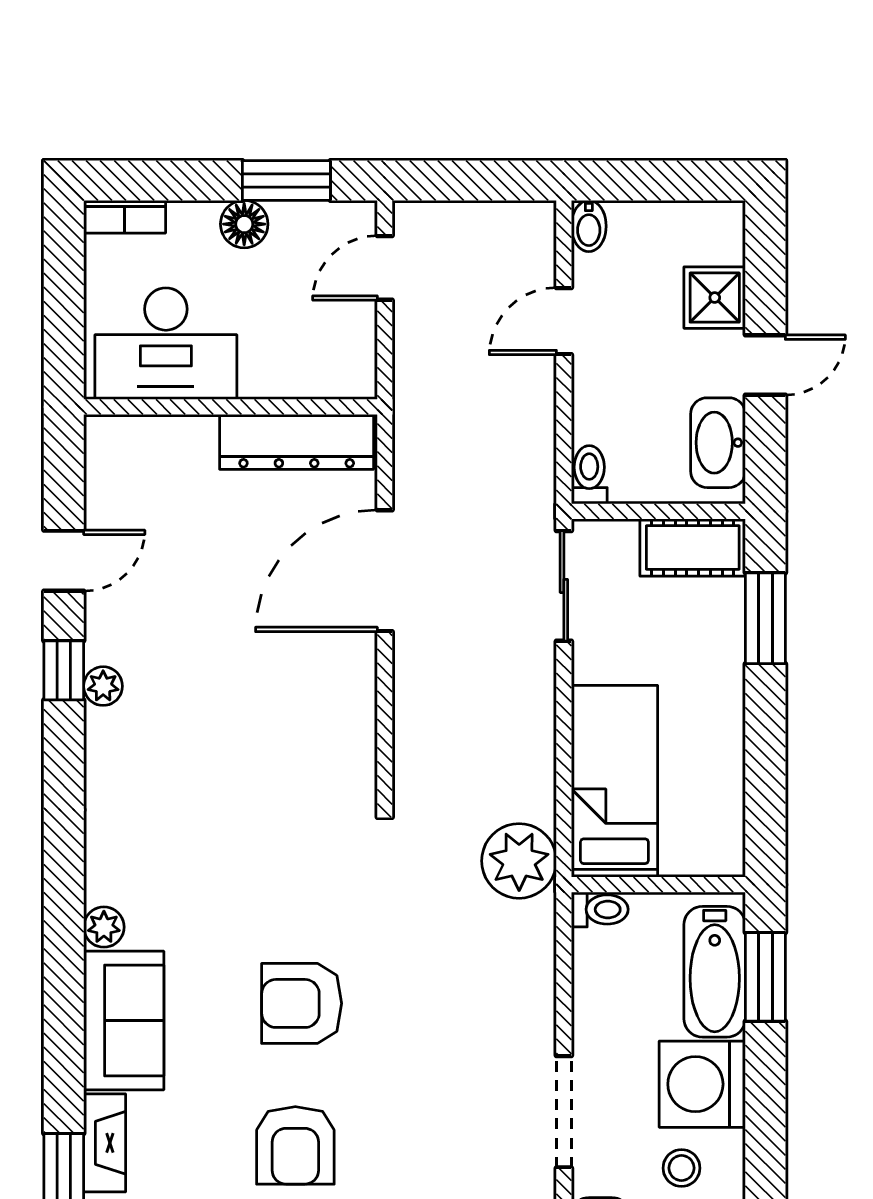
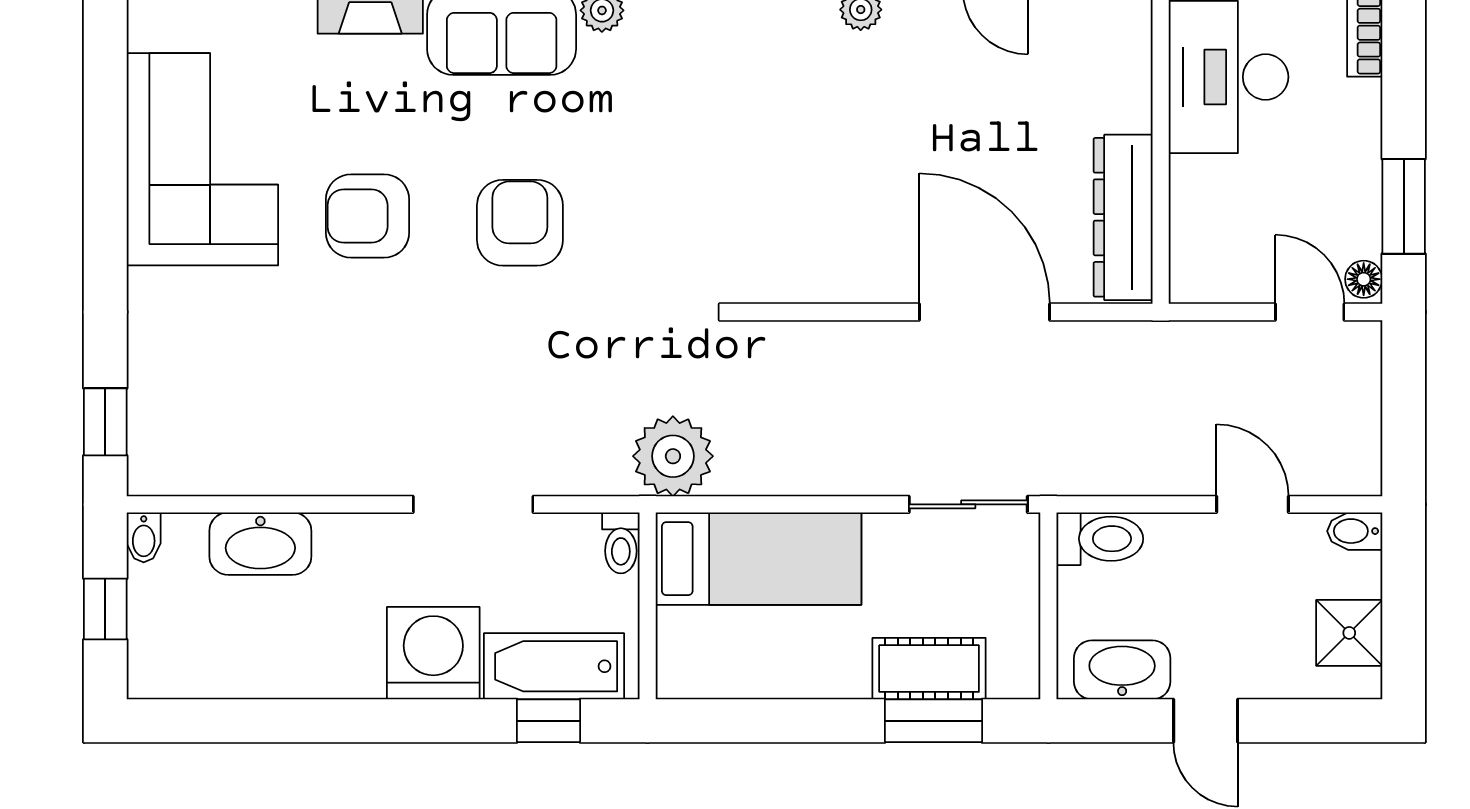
floor lamp: (244, 224) -> (1364, 279), moved, width x0.73, depth x0.73
shower: (715, 298) -> (1349, 633), moved
toilet: (589, 475) -> (1100, 539), width x1.37, depth x1.39
cot: (693, 548) -> (929, 669), moved, turned 90
window: (765, 977) -> (548, 721), width x0.67
doorway: (564, 1112) -> (473, 504), moved
stool: (682, 1168) -> (343, 631), removed

